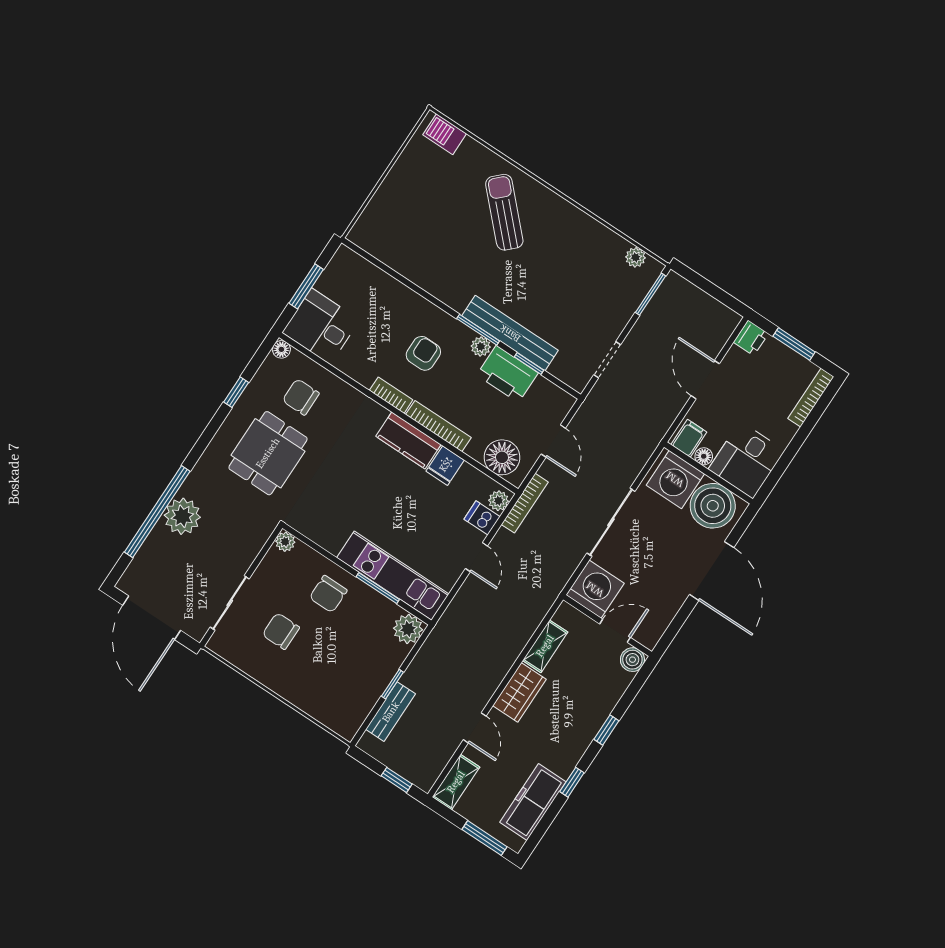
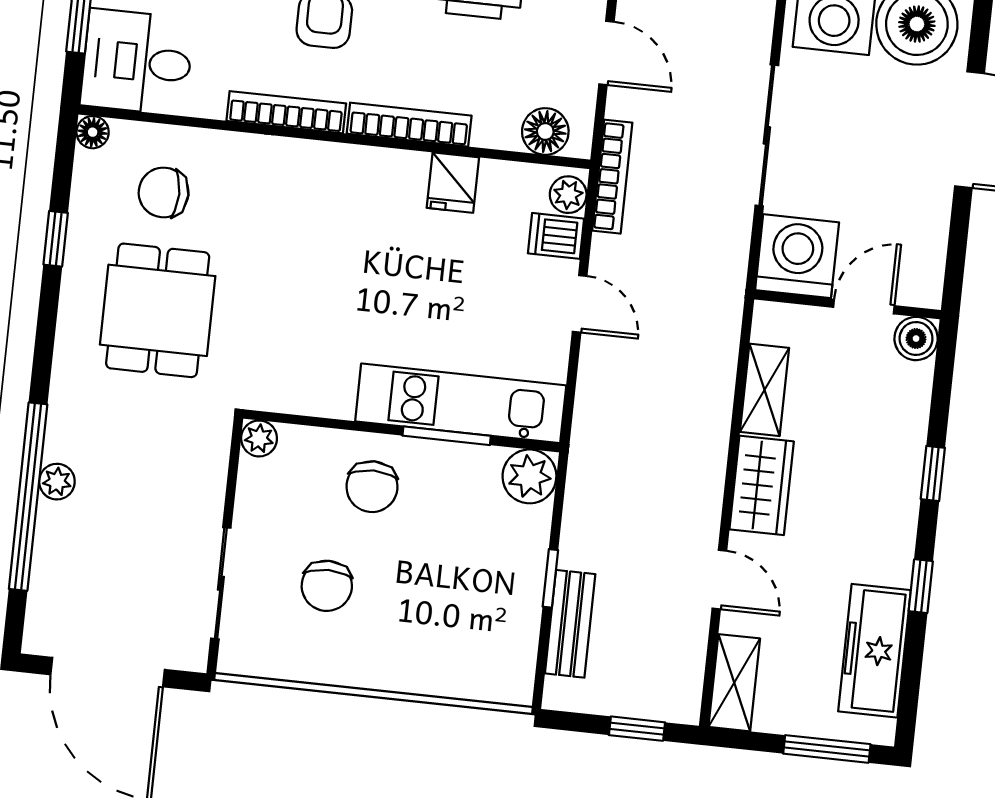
bookcase: (391, 395) -> (286, 112), width x1.56
kitchen counter: (408, 440) -> (373, 173), removed
floor lamp: (502, 457) -> (545, 131), width x0.73, depth x0.73
plant: (182, 516) -> (57, 482), width x0.53, depth x0.53
chair: (281, 631) -> (327, 586), turned -90

